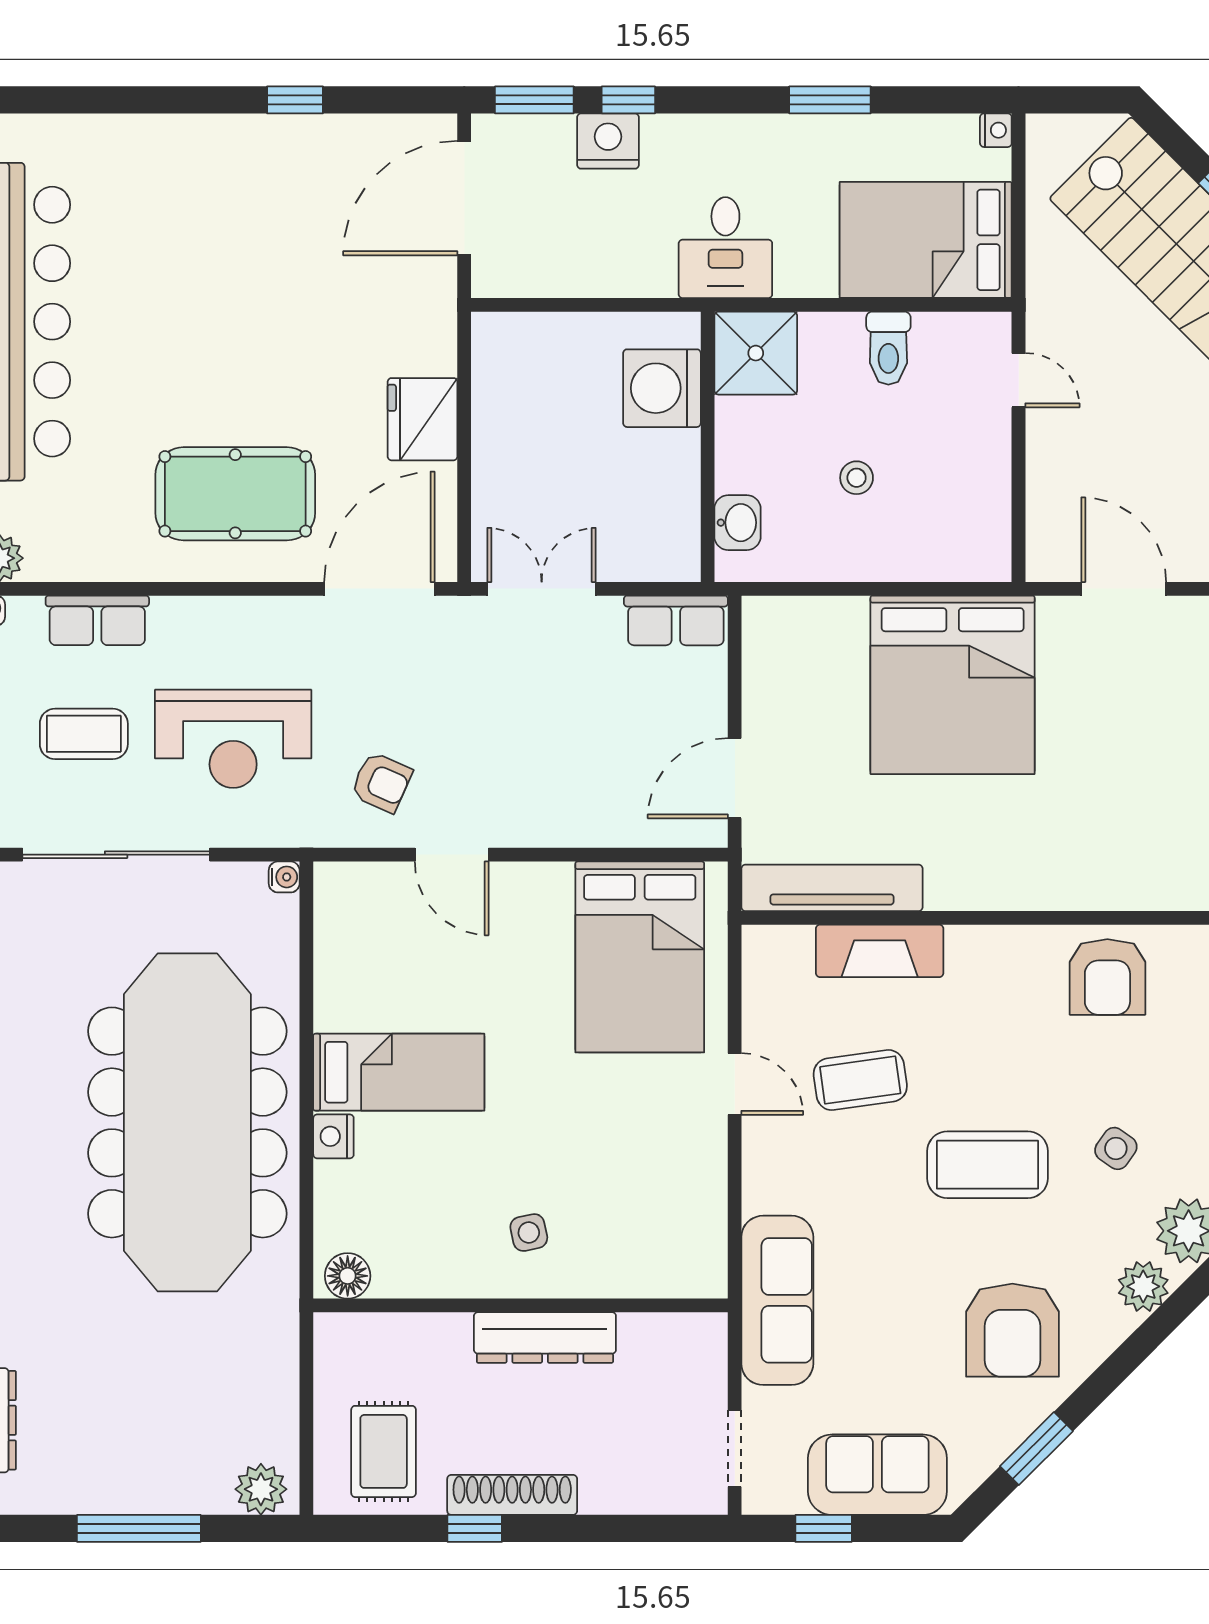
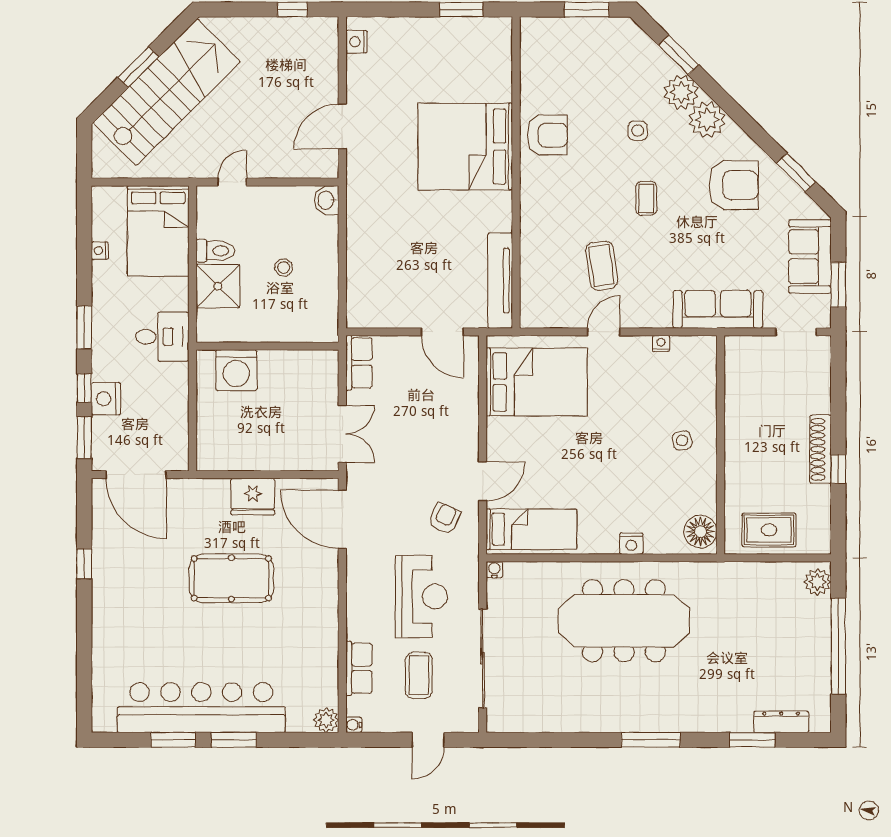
window: (830, 100) -> (84, 327), moved
nightstand: (996, 130) -> (100, 251), moved, turned -90
shower: (756, 353) -> (218, 286), moved
pool table: (235, 494) -> (231, 578), moved, turned 90
washbasin: (738, 523) -> (326, 200), moved, turned -90
double door: (542, 589) -> (342, 434), swing flipped
bed: (953, 685) -> (465, 147), moved, turned 180
fireplace: (880, 951) -> (533, 255), removed
bed: (399, 1072) -> (531, 529), moved, turned 90
meeting table: (187, 1122) -> (624, 621), width x0.73, depth x0.79
side table: (1116, 1148) -> (638, 131), turned -35
coffee table: (988, 1165) -> (646, 198), width x0.54, depth x0.58
nightstand: (712, 1193) -> (661, 344), added
floor lamp: (348, 1276) -> (700, 532), width x1.38, depth x1.38
plant: (1143, 1286) -> (707, 120), width x1.36, depth x1.36
dresser: (545, 1337) -> (737, 432), removed
rug: (384, 1451) -> (769, 530), moved
window: (139, 1528) -> (838, 646), width x1.46
window: (824, 1528) -> (838, 285), width x1.50

